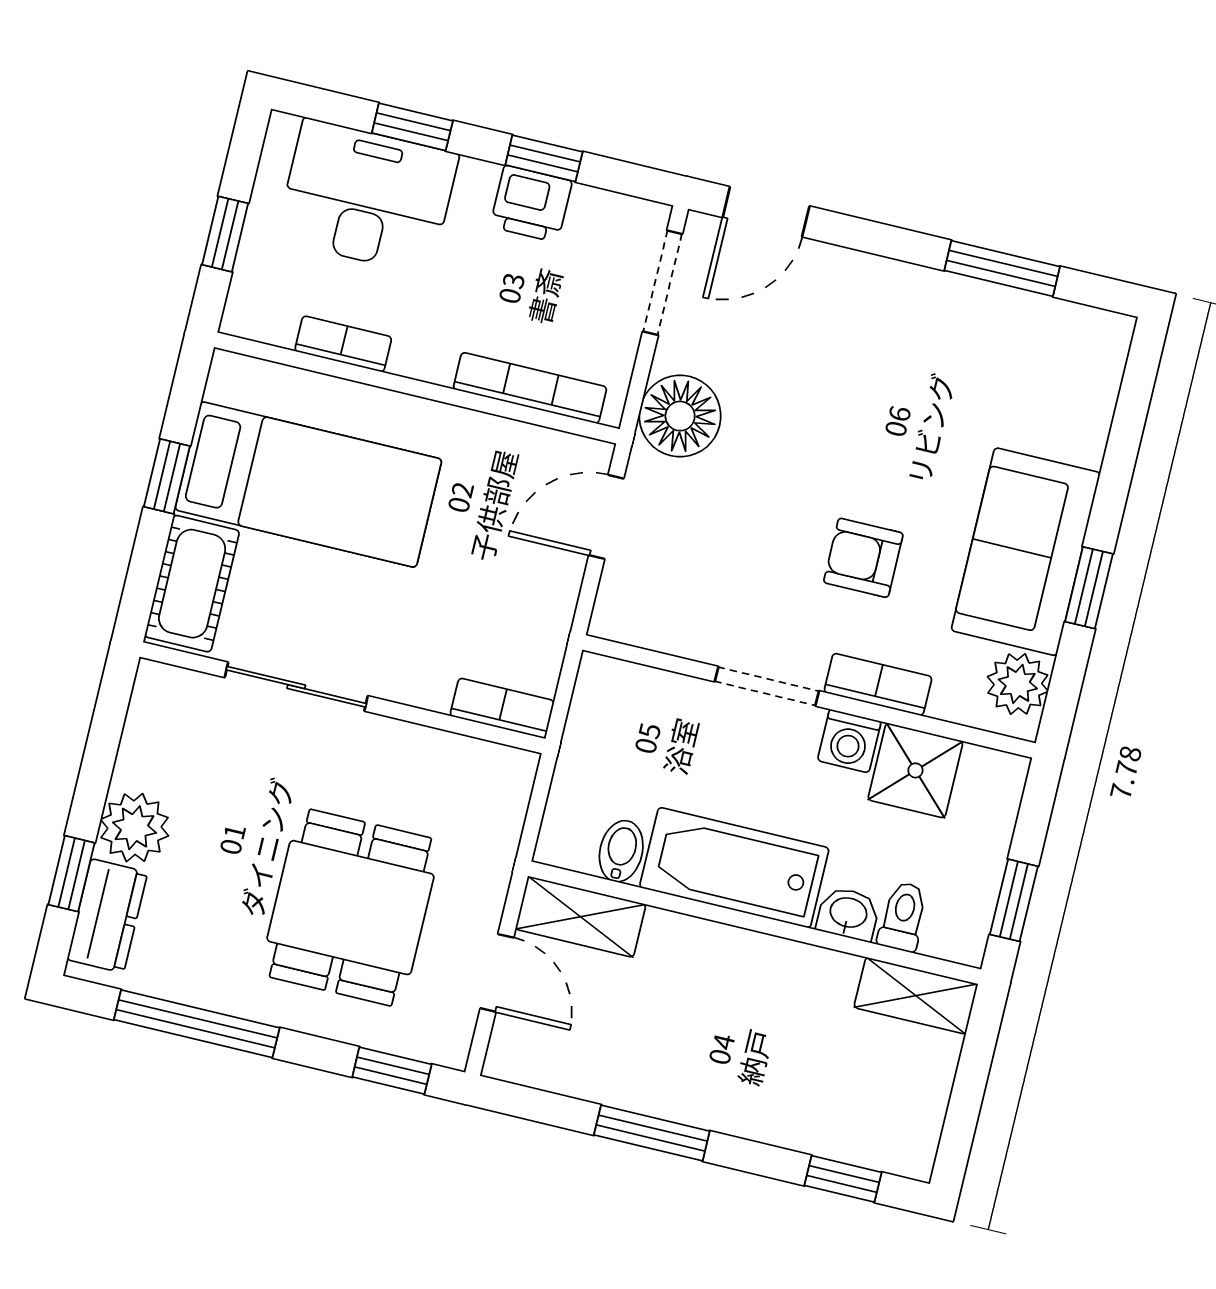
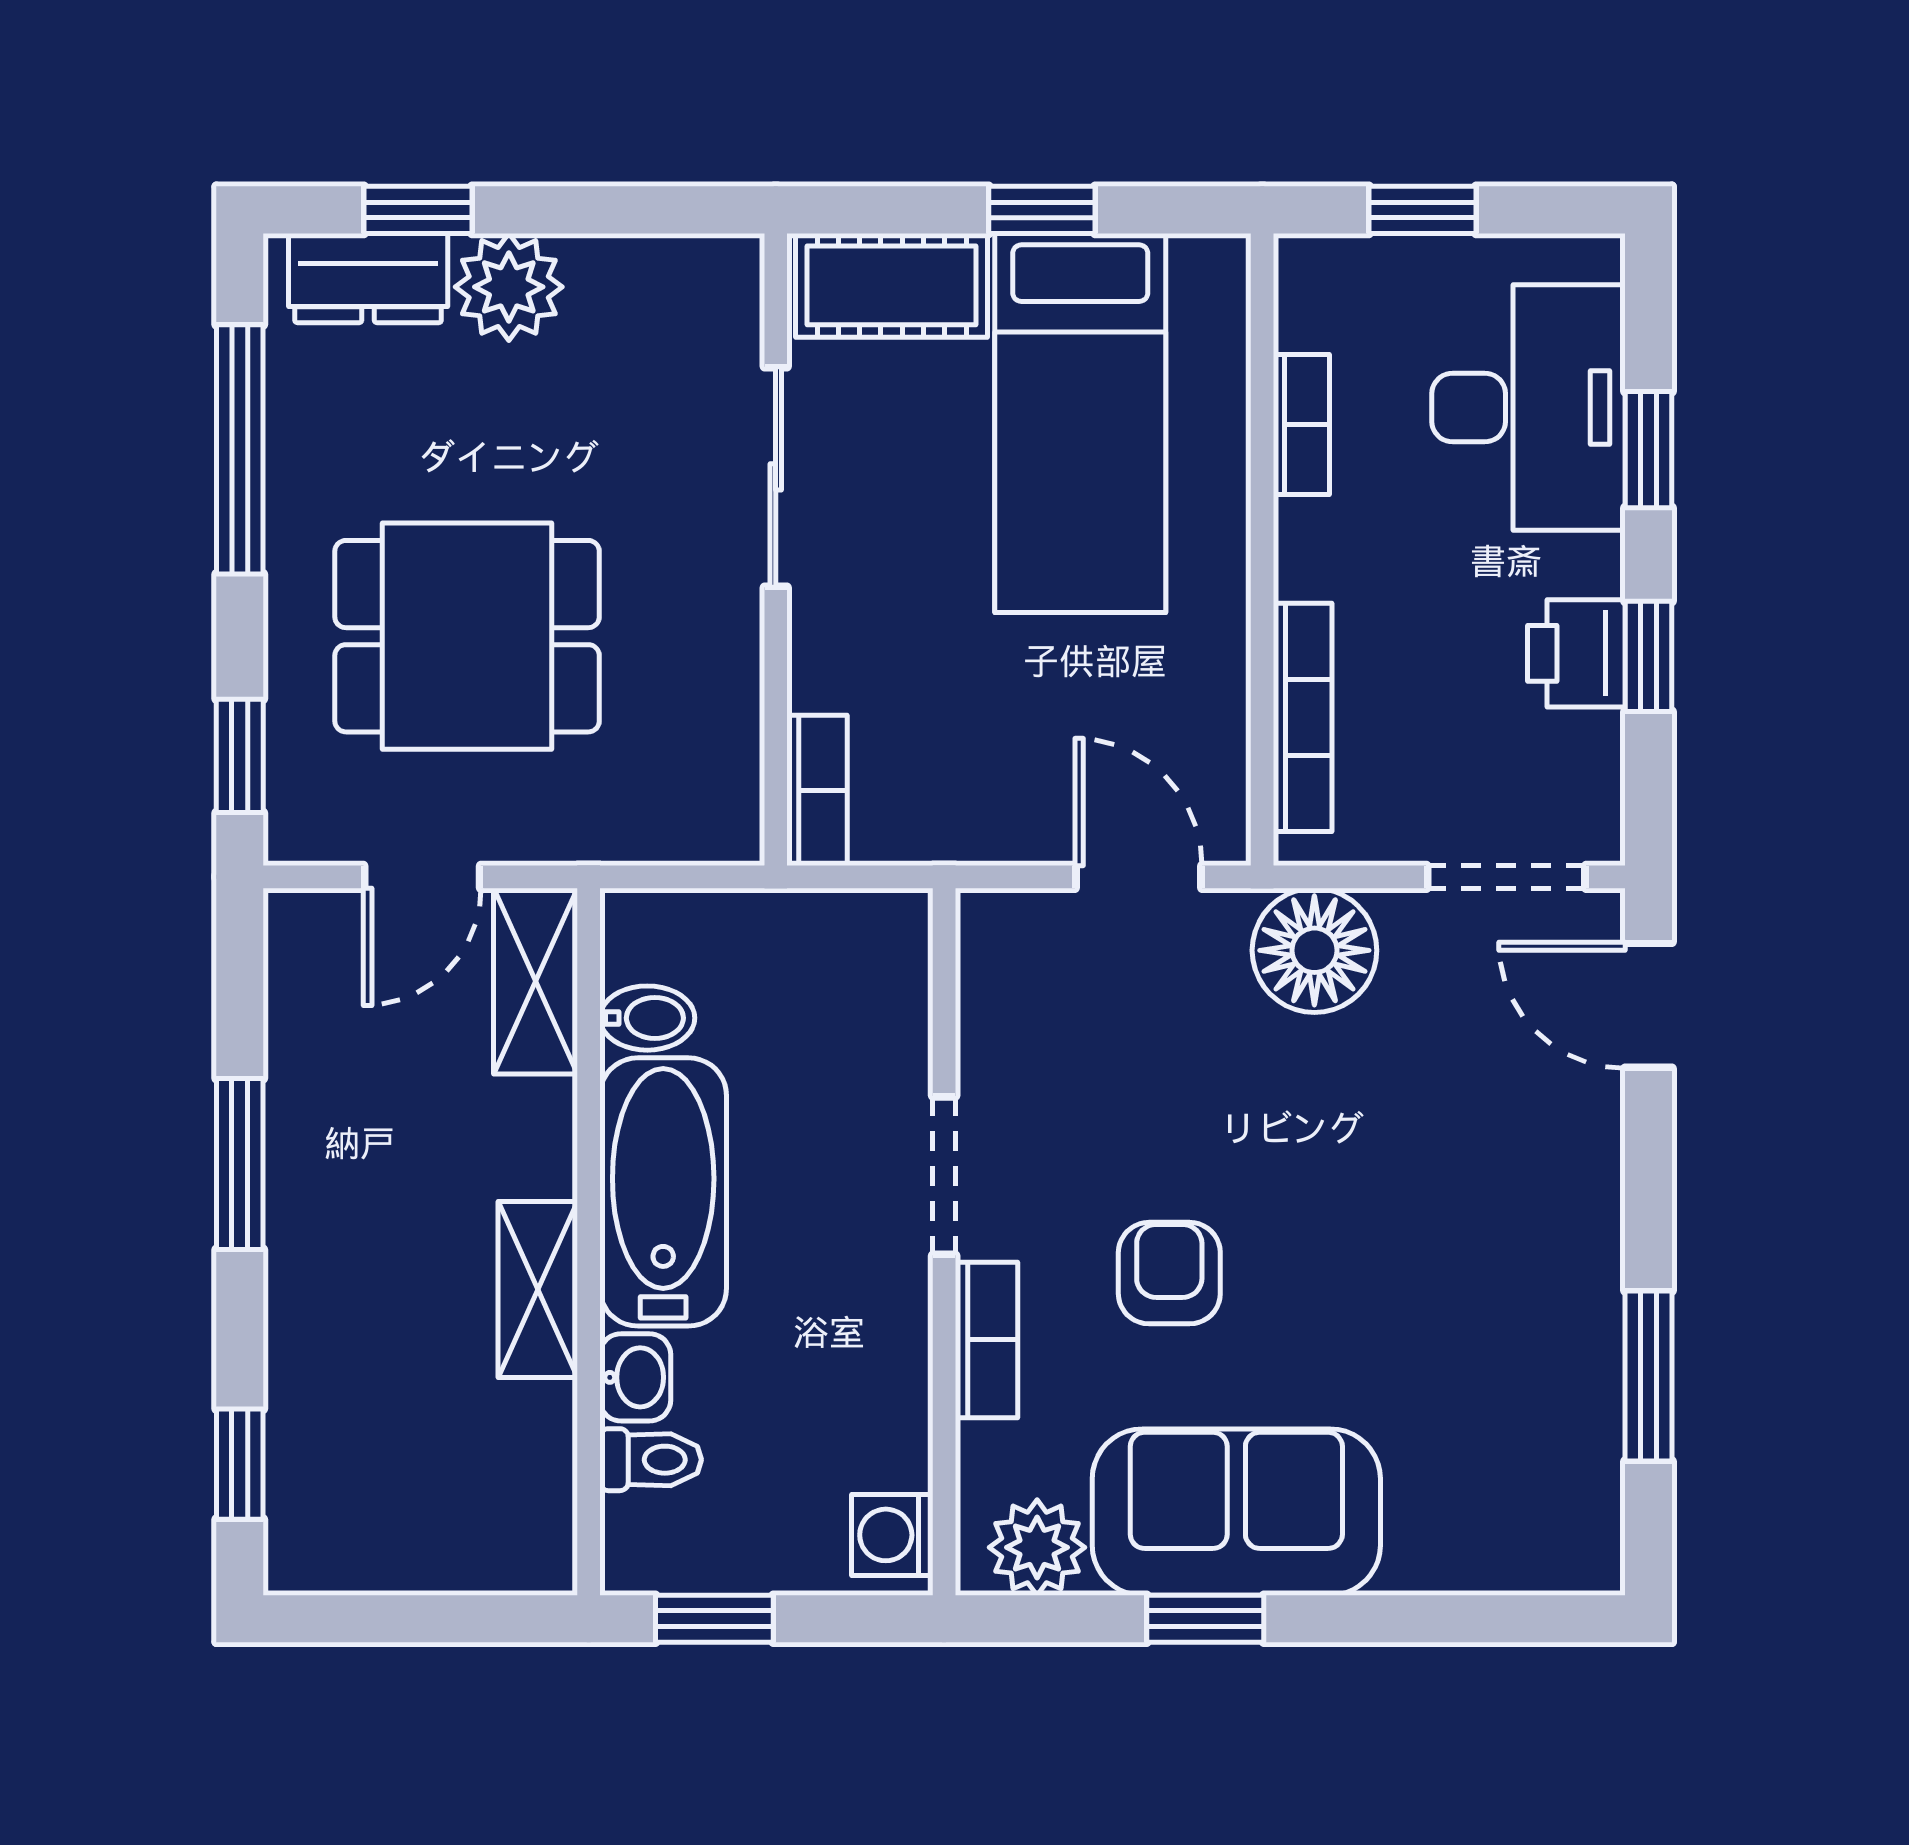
washing machine: (849, 741) -> (892, 1535), moved
shower: (915, 770) -> (872, 1426), removed
shelving: (916, 996) -> (538, 1289), moved

